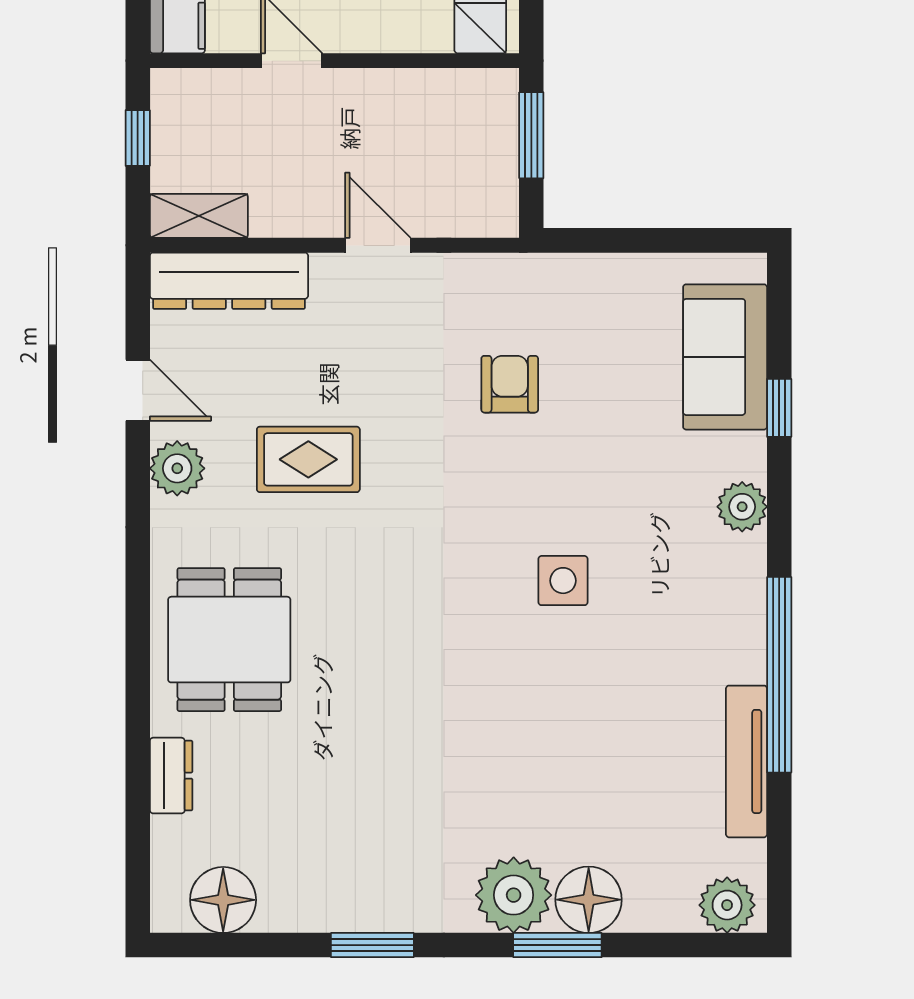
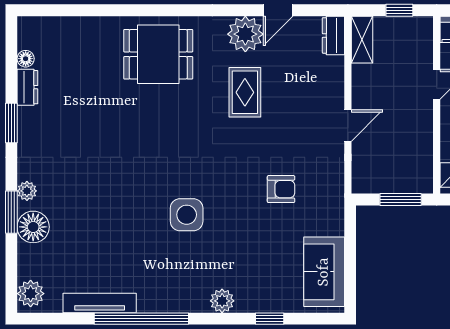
dresser: (229, 281) -> (333, 35), width x0.51, depth x0.80
sofa: (725, 357) -> (324, 272), moved, turned -90
plant: (177, 468) -> (245, 34), width x1.36, depth x1.36
side table: (563, 581) -> (187, 215), width x1.37, depth x1.37
dresser: (171, 776) -> (27, 87), moved, turned -90
plant: (514, 895) -> (27, 191), width x0.53, depth x0.53
floor lamp: (223, 900) -> (26, 59), width x0.53, depth x0.53

